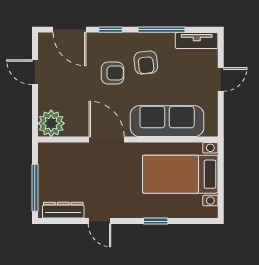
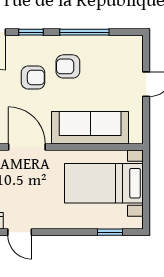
tv unit: (197, 41) -> (121, 43), removed
armchair: (146, 63) -> (68, 66), turned 96
window: (156, 221) -> (110, 232), moved

